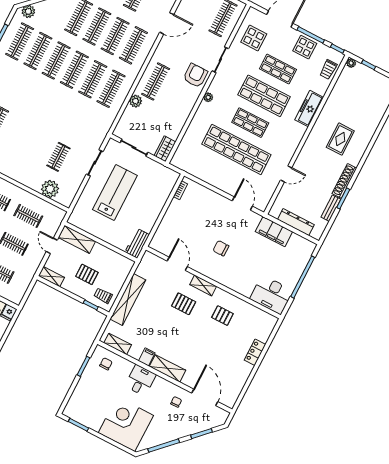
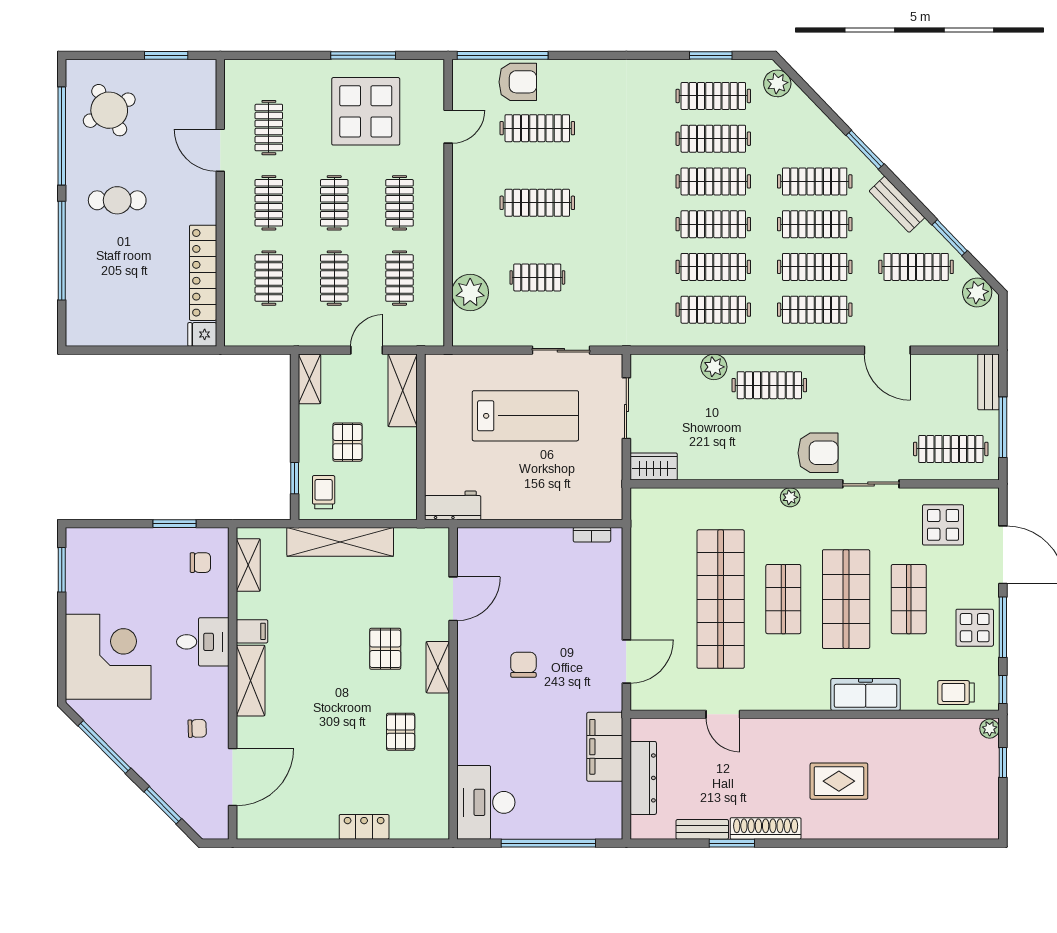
clothes rail: (26, 140) -> (537, 203), added

